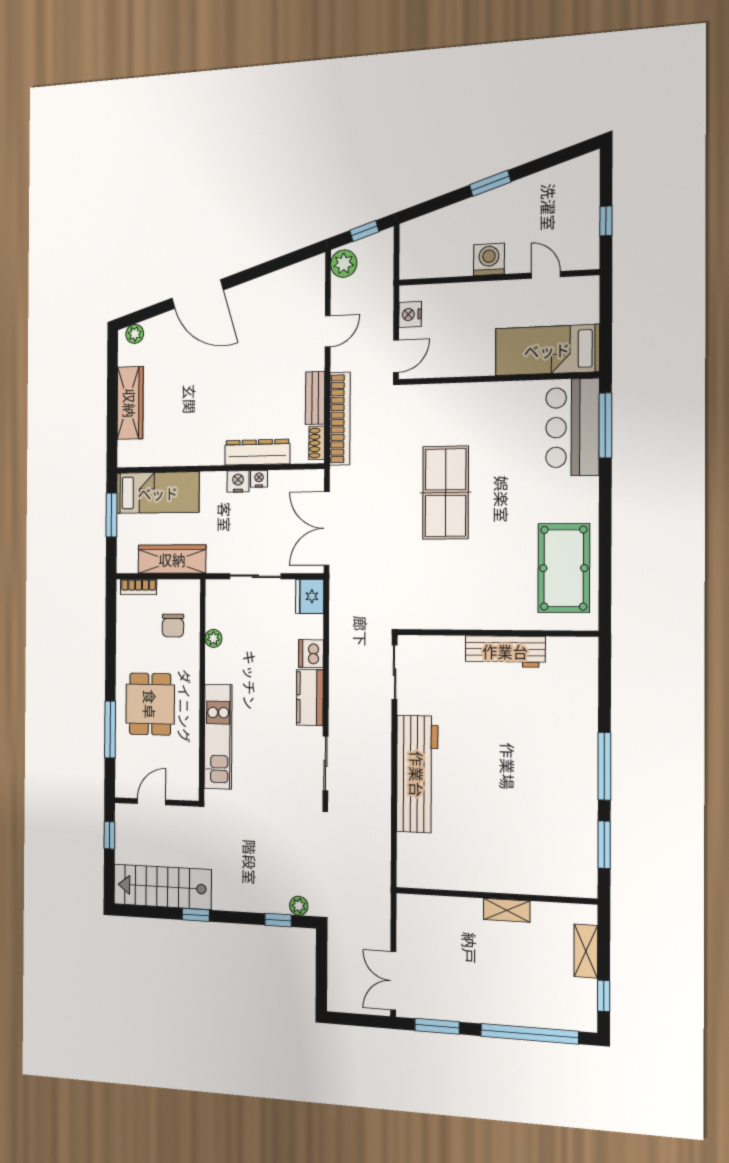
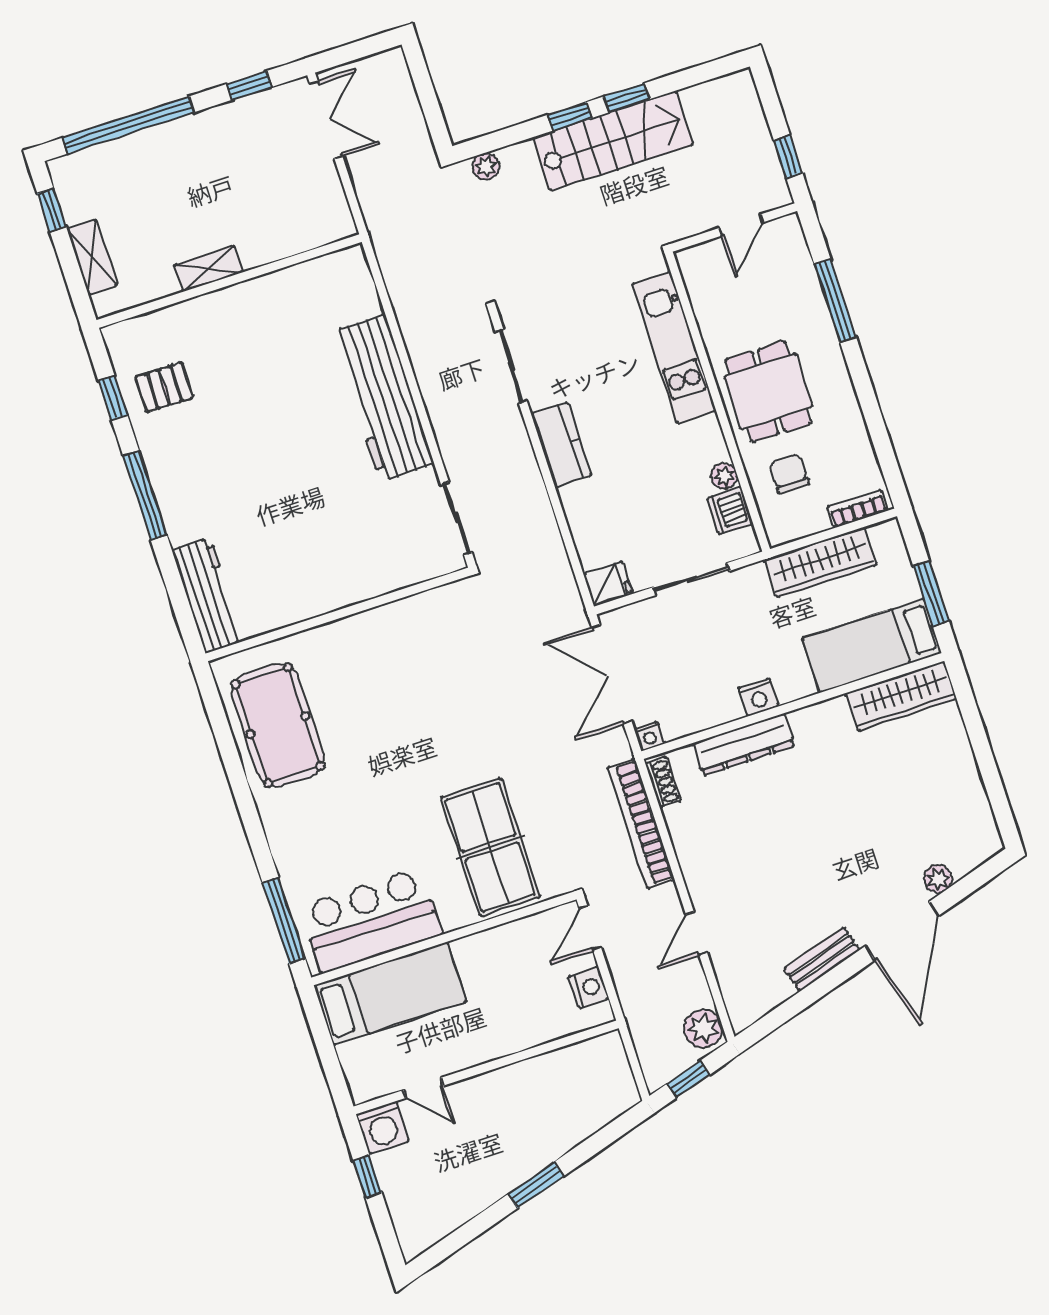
washing machine: (489, 259) -> (382, 1128), moved
door: (198, 294) -> (902, 931), swing flipped
plant: (135, 334) -> (938, 879), moved
bench: (315, 398) -> (822, 959), moved, turned 73
wardrobe: (130, 403) -> (901, 696), moved, turned -90
bar counter: (572, 427) -> (371, 921), moved, turned -90
nightstand: (259, 479) -> (649, 736), moved
table tennis table: (446, 493) -> (490, 847), moved
double door: (327, 528) -> (612, 674), swing flipped
fridge: (310, 596) -> (608, 584), width x0.72
workbench: (505, 651) -> (208, 595), moved, turned 90
dishwasher: (311, 654) -> (730, 511), moved, turned 180
dining table: (150, 704) -> (768, 392), moved
pallet: (565, 838) -> (164, 387), added
window: (604, 845) -> (113, 398), width x0.67
stairs: (162, 887) -> (613, 141), moved
window: (278, 920) -> (570, 116), moved
window: (437, 1026) -> (249, 85), width x0.67

